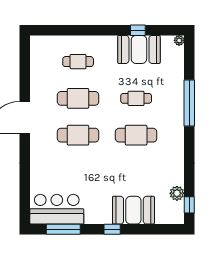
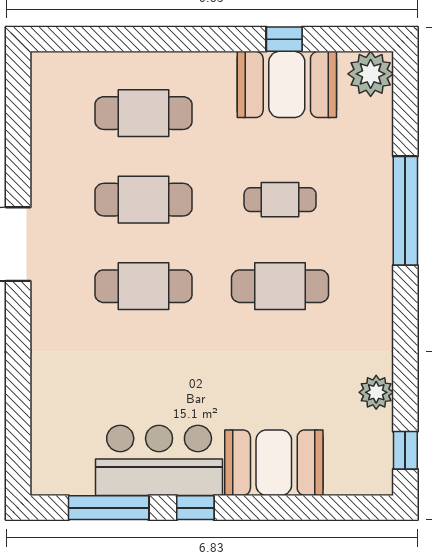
plant: (179, 40) -> (371, 74), width x1.88, depth x1.88
cafe table: (78, 62) -> (143, 113), width x1.37, depth x1.35
plant: (177, 193) -> (376, 392), moved
bar counter: (57, 209) -> (159, 460), moved
window: (112, 229) -> (195, 508), moved

